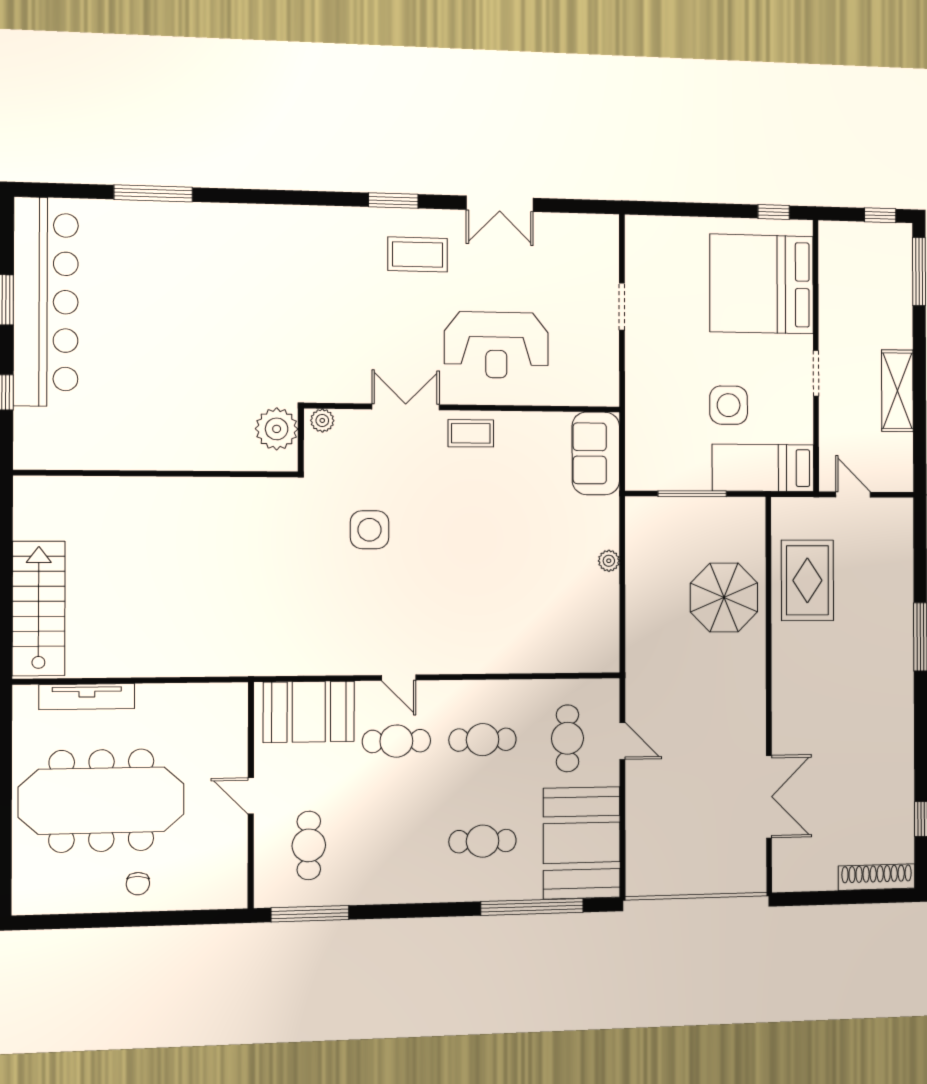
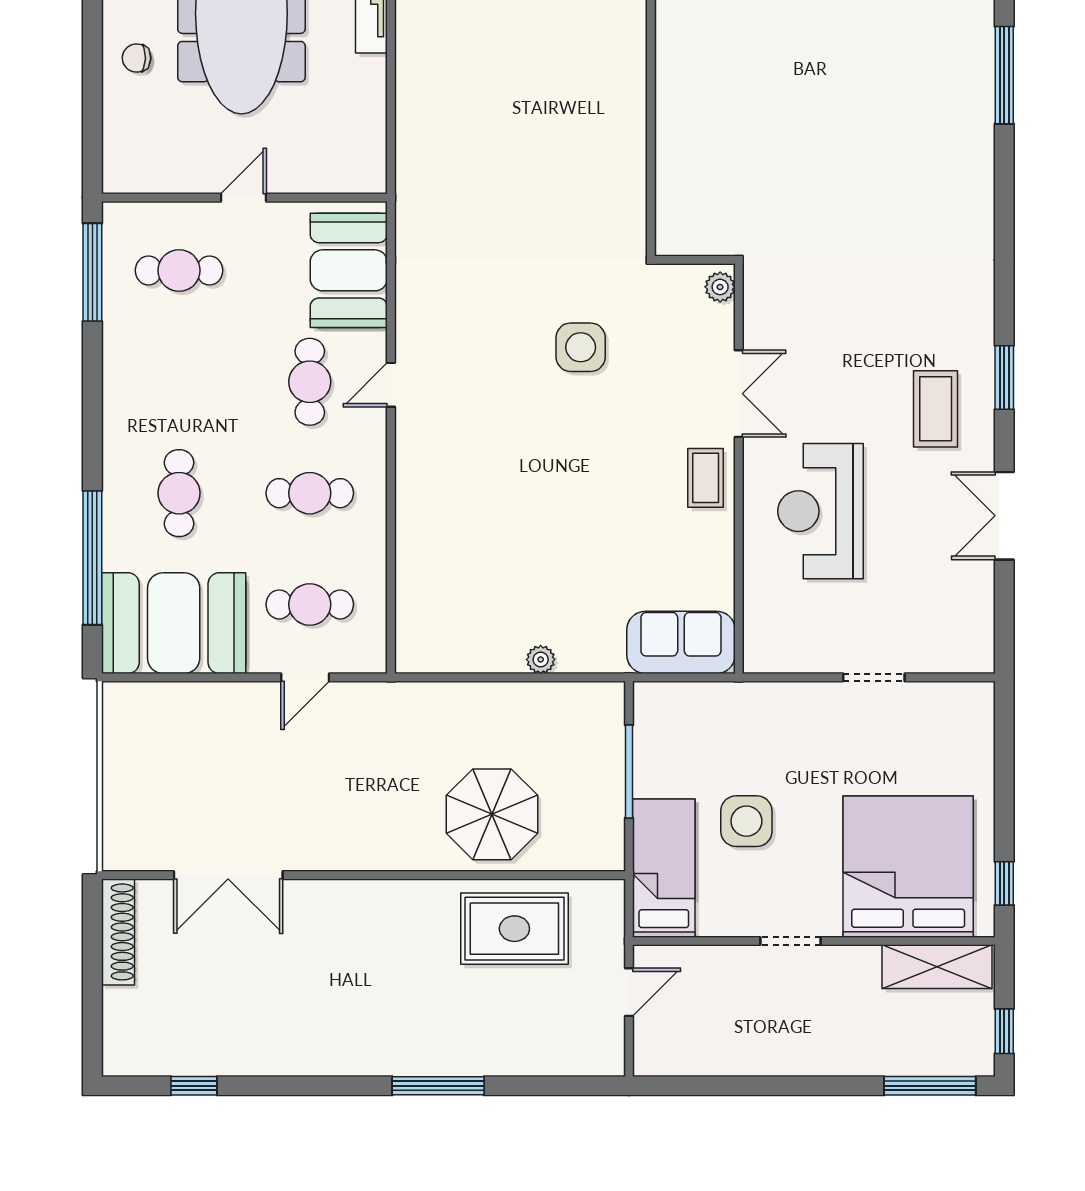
shelving: (897, 391) -> (937, 967), moved
plant: (277, 429) -> (709, 229), removed
cafe table: (483, 740) -> (310, 493), turned 90
shoe rack: (877, 877) -> (118, 932), moved

